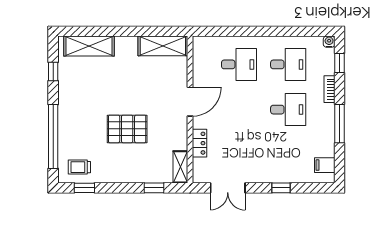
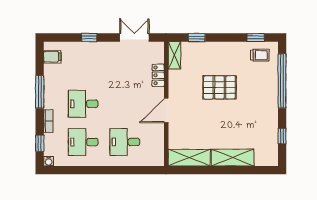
shelving: (89, 46) -> (233, 158), moved

